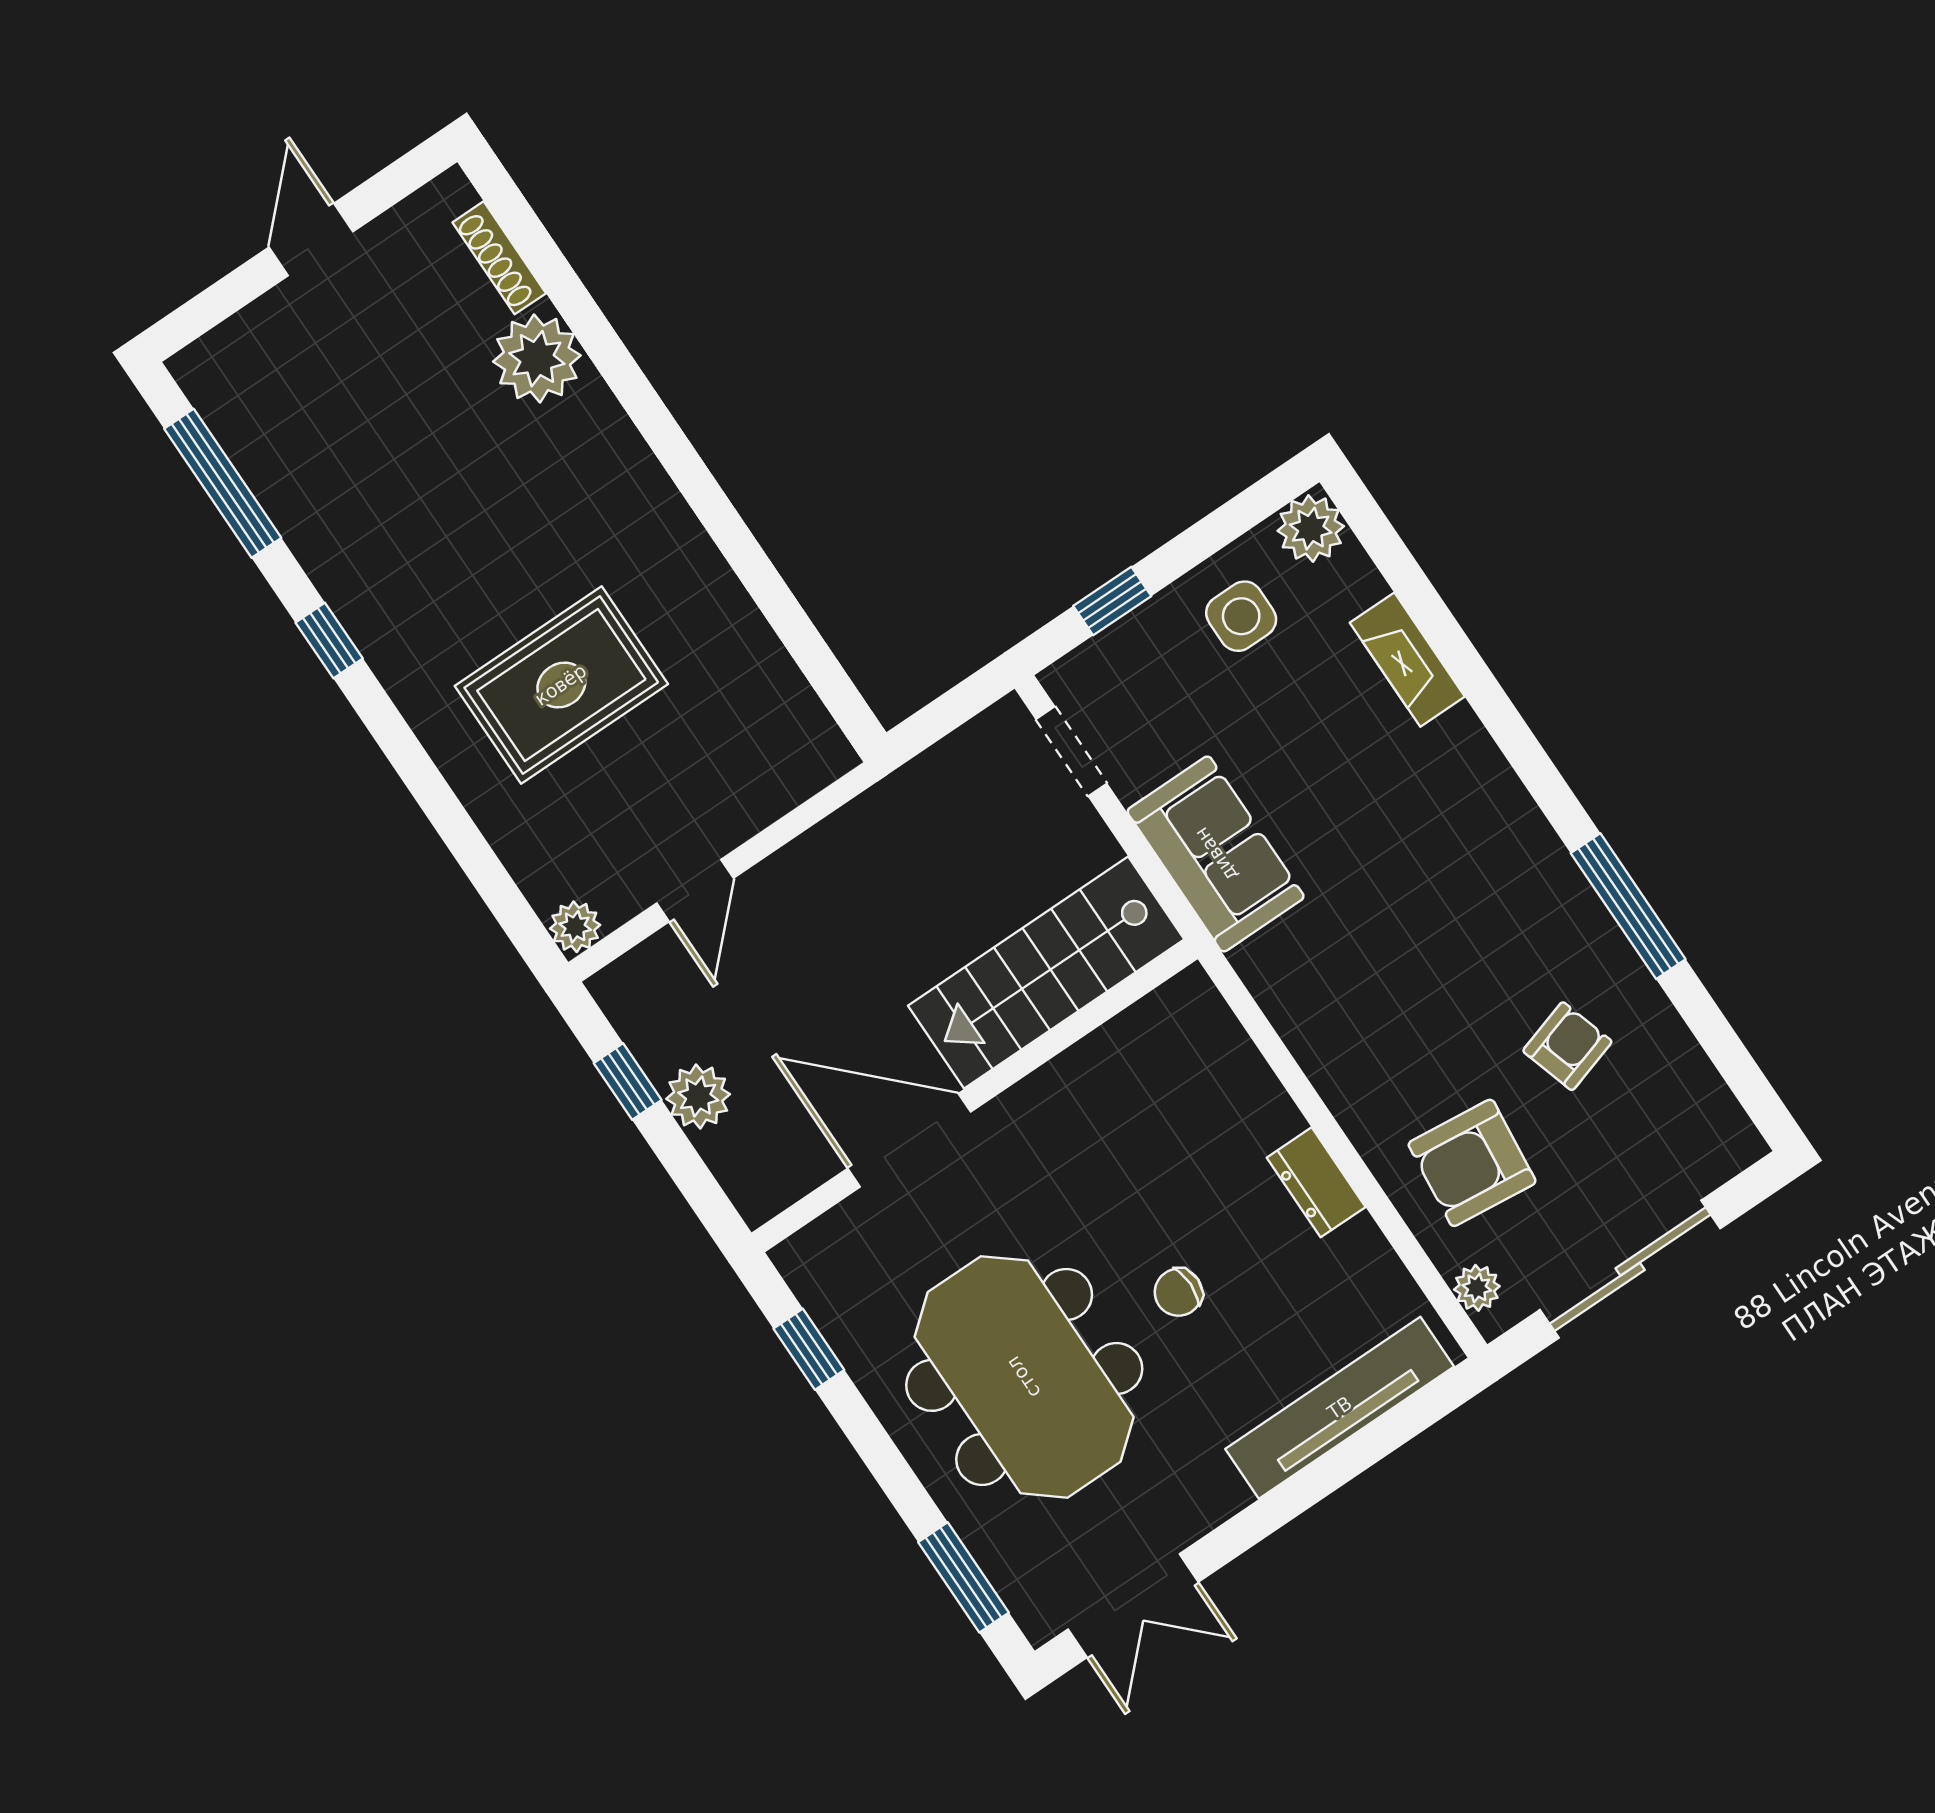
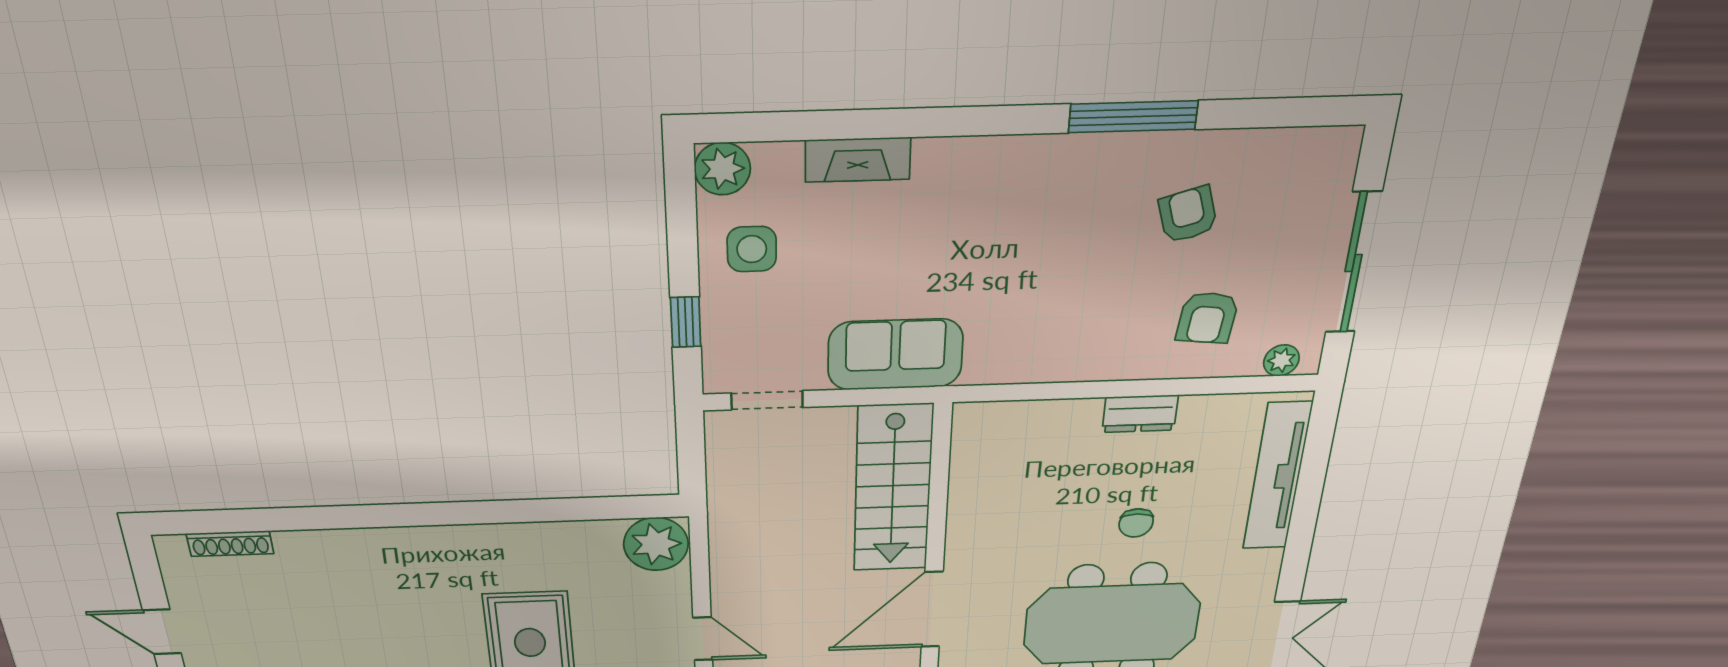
plant: (537, 359) -> (656, 544), moved
armchair: (1472, 1163) -> (1207, 318), width x0.72, depth x0.72

